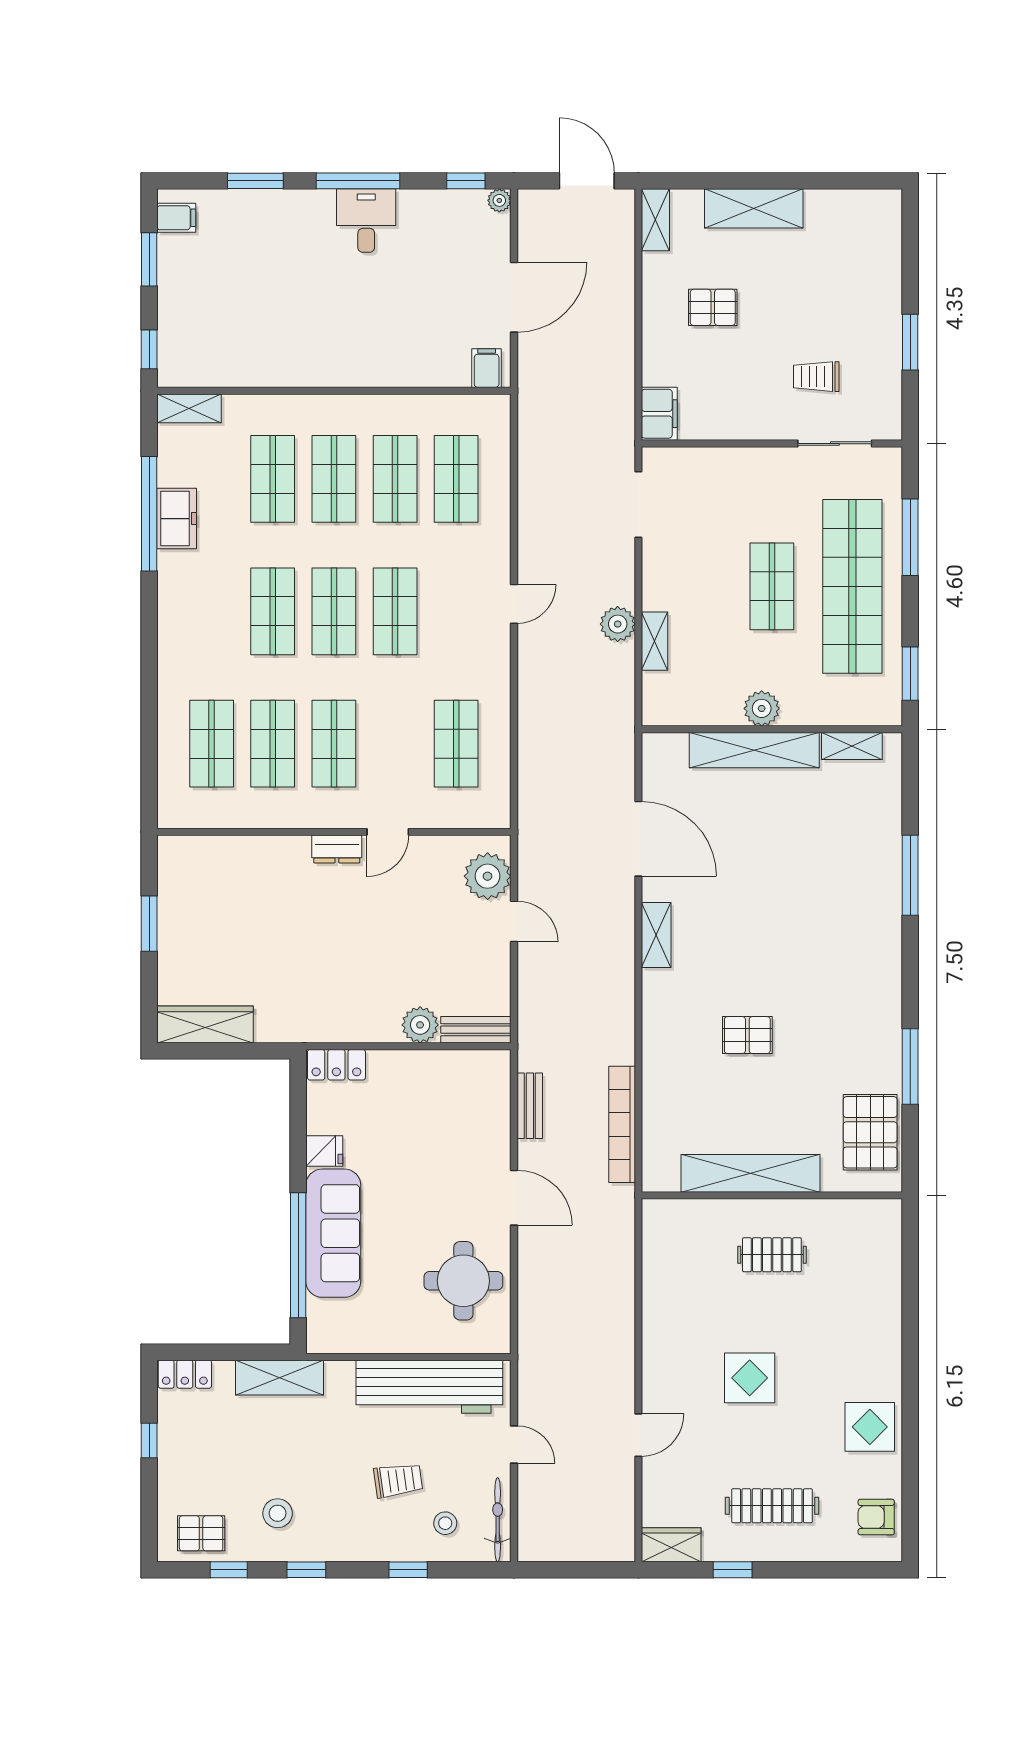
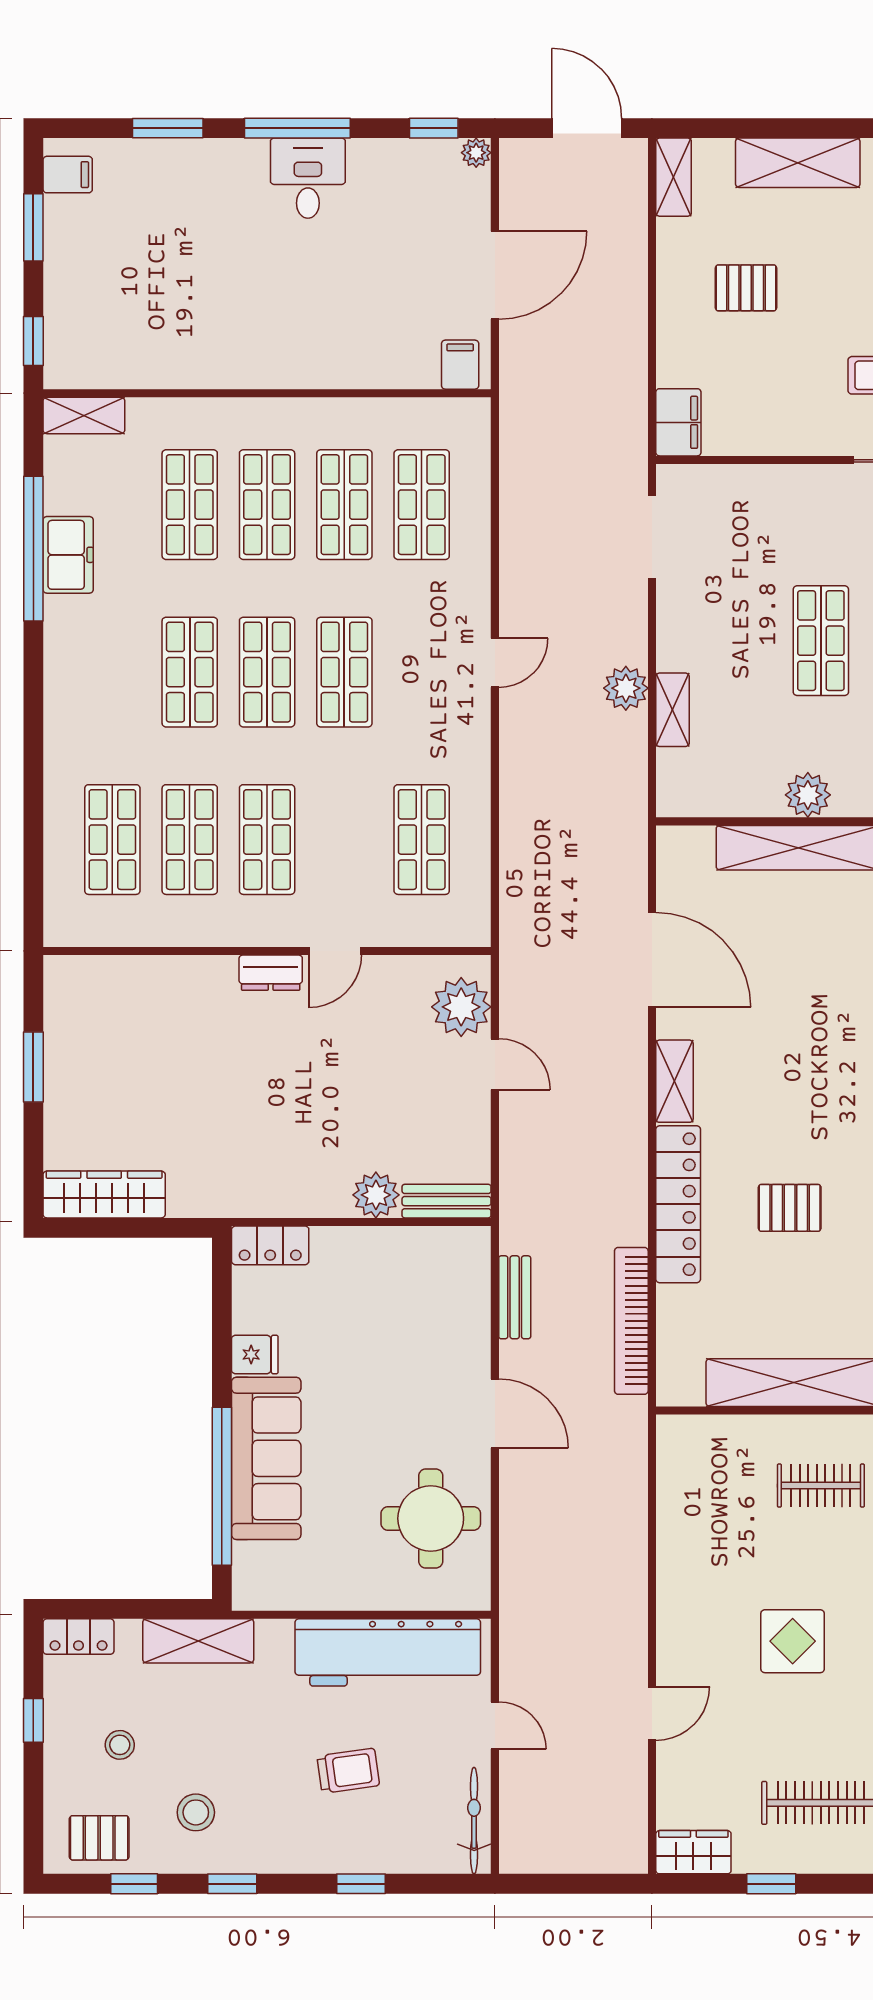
locker: (659, 1032) -> (678, 1204), added
stool: (445, 1523) -> (120, 1745), moved

